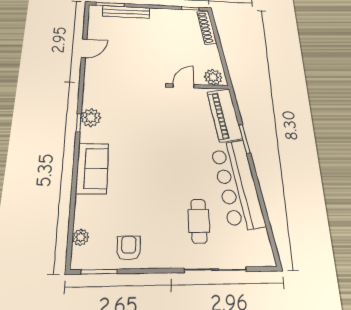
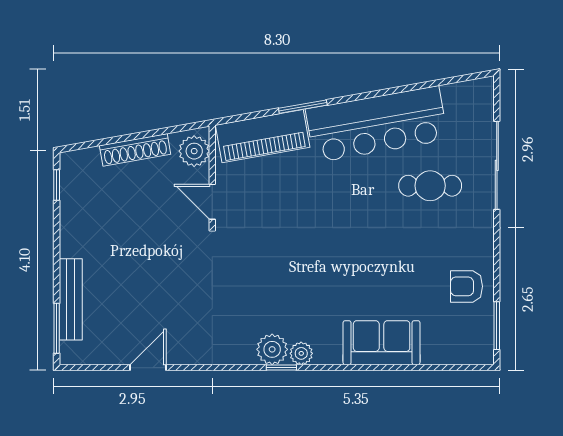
shoe rack: (207, 27) -> (135, 150), moved
door: (84, 48) -> (148, 368), hinge flipped
sofa: (92, 168) -> (382, 343), moved
plant: (81, 237) -> (301, 353), moved

